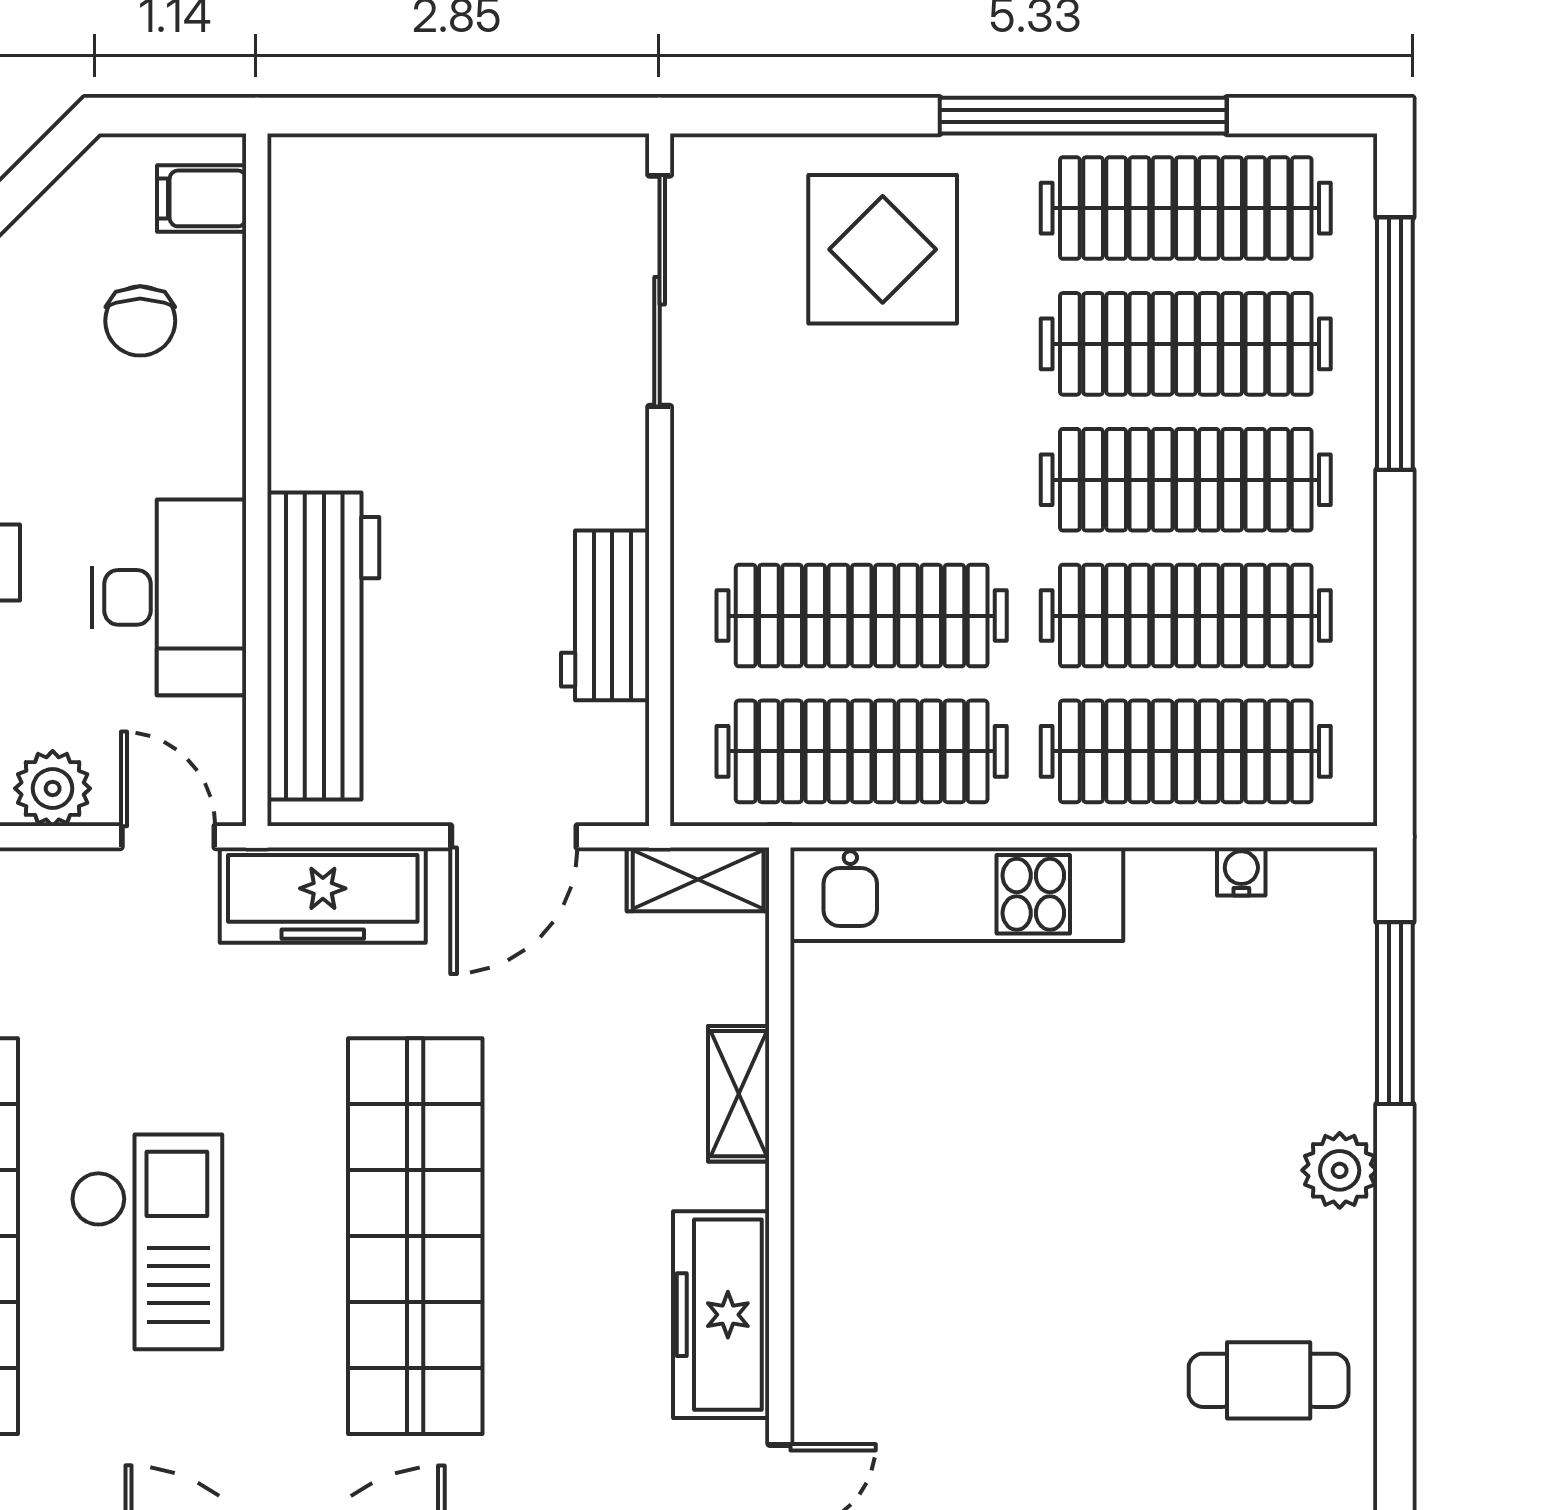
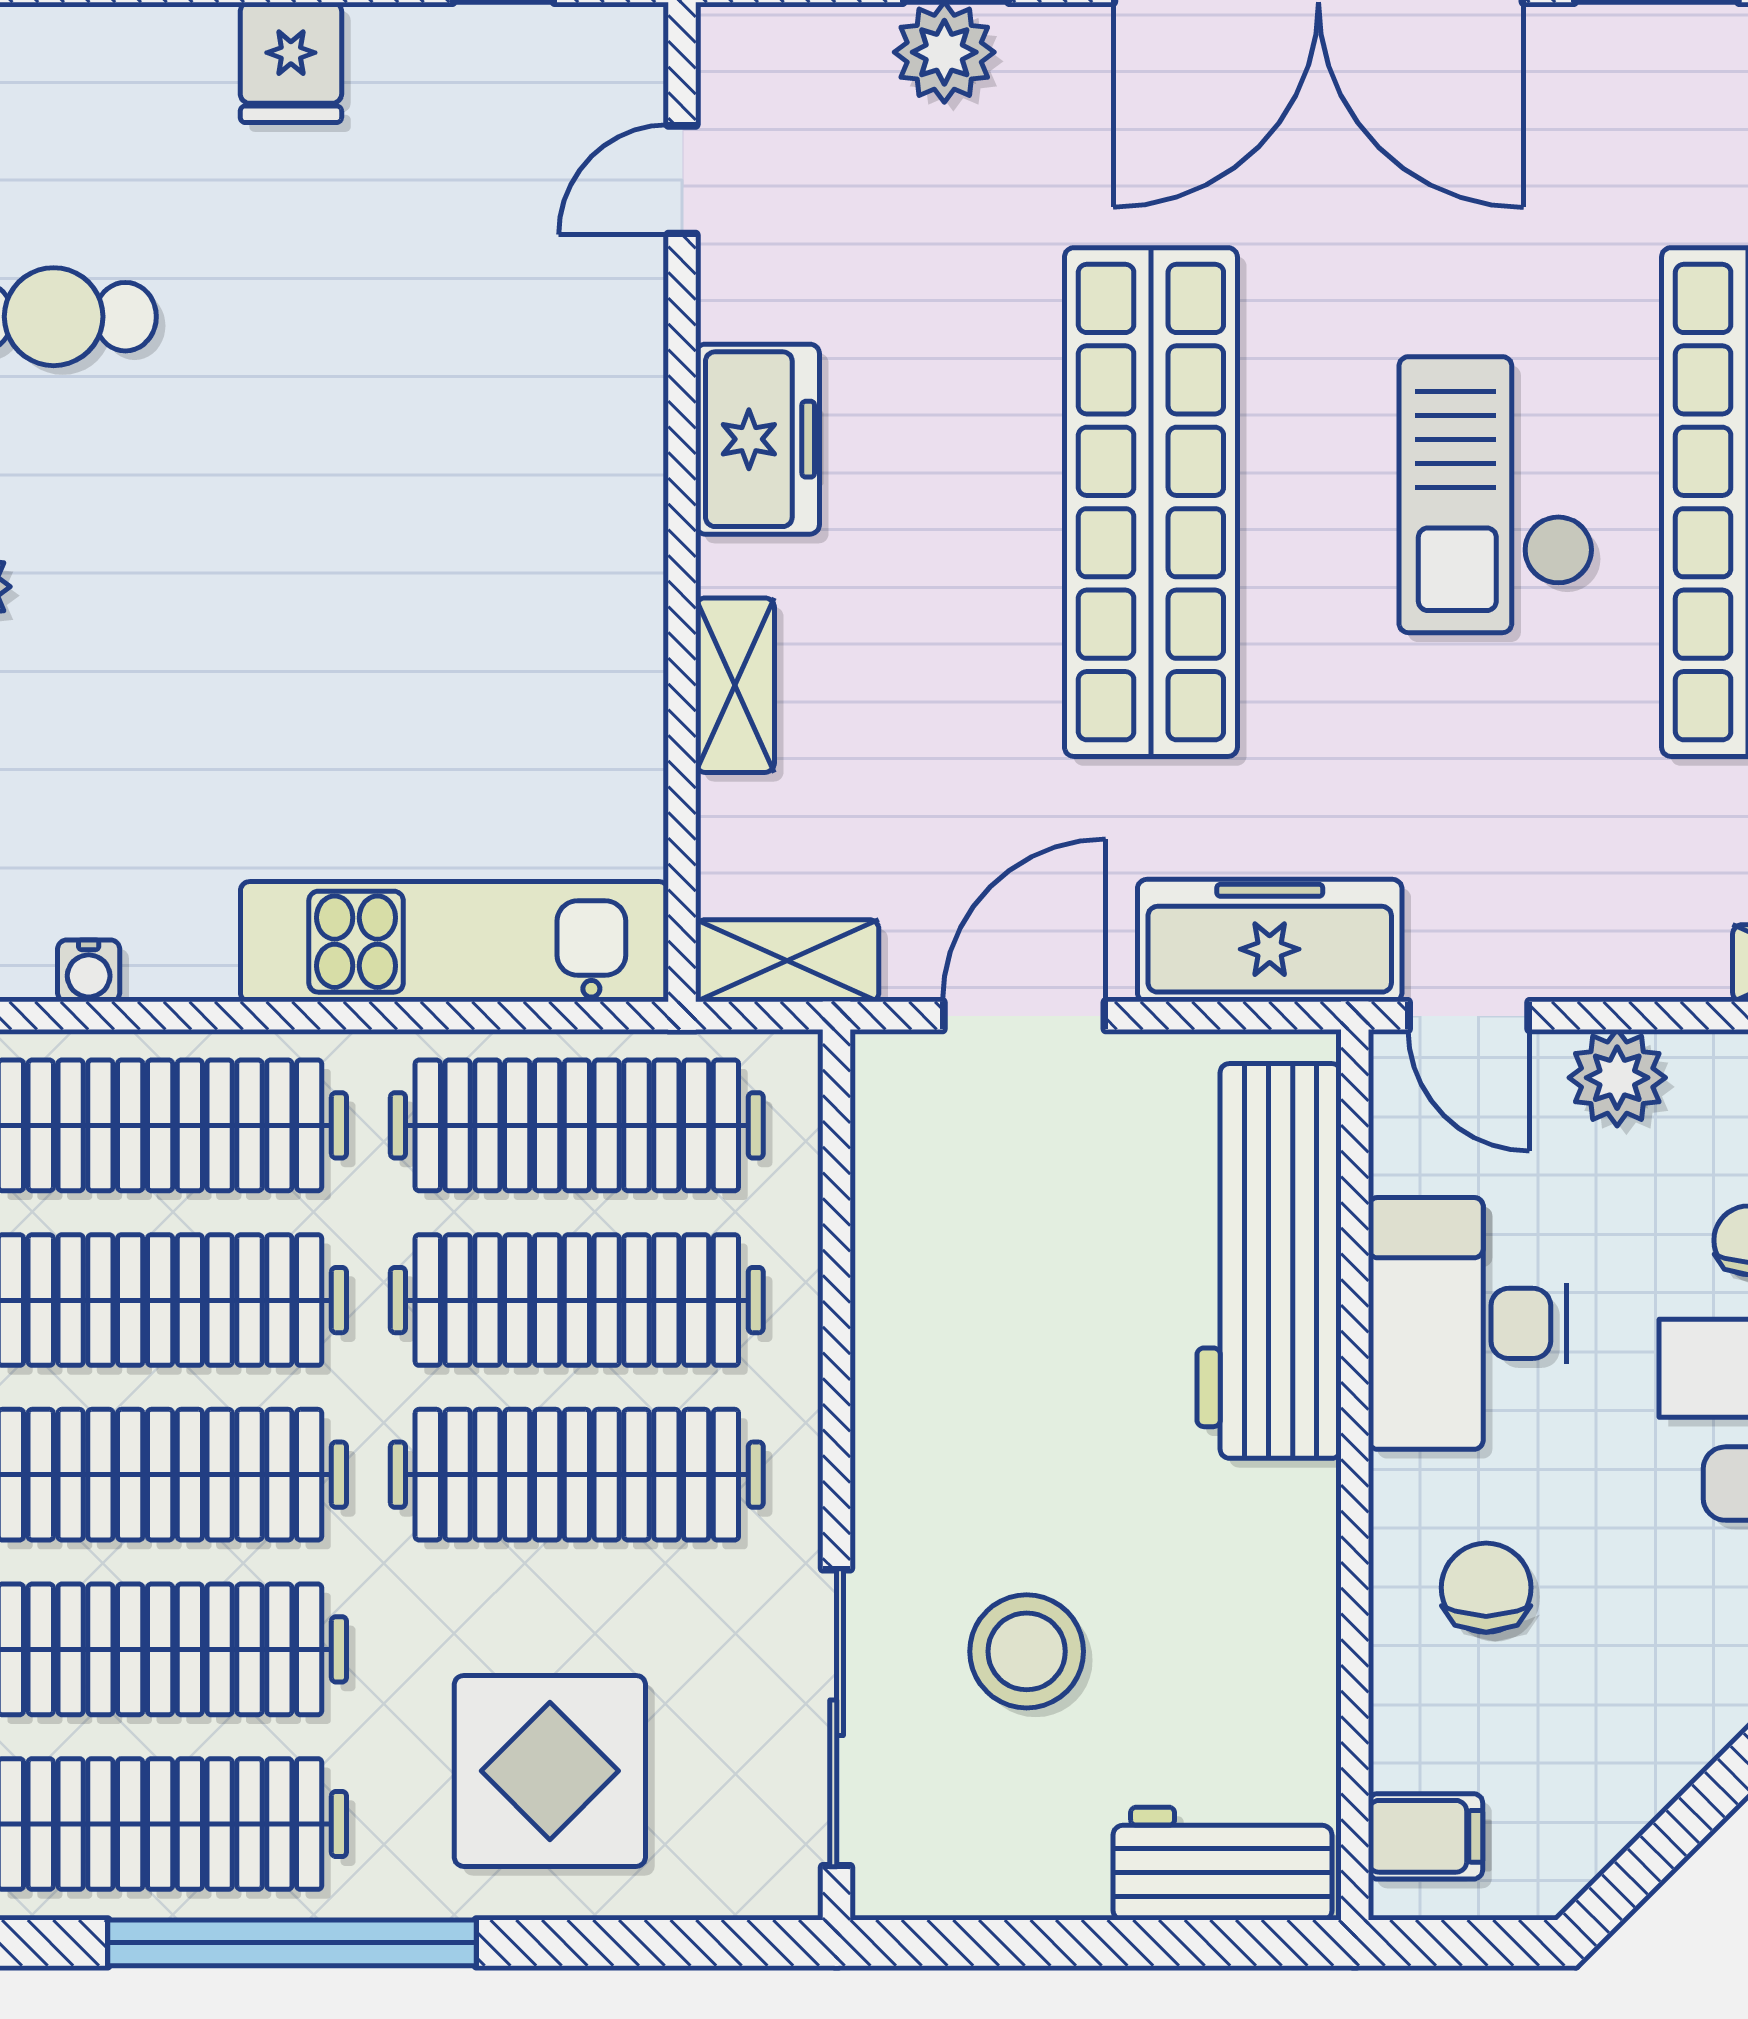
chair: (140, 321) -> (1486, 1588), moved
stool: (512, 342) -> (1027, 1651), added
clothes rail: (862, 480) -> (577, 1475), added
workbench: (605, 615) -> (1223, 1864), moved, turned -90
freezer: (721, 1315) -> (757, 439), width x0.71

